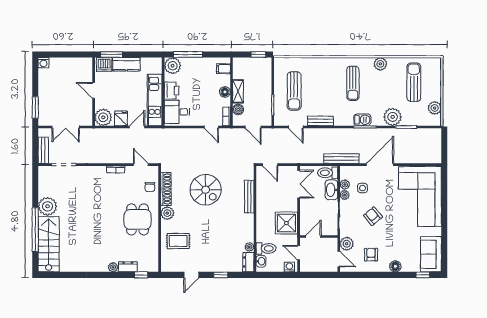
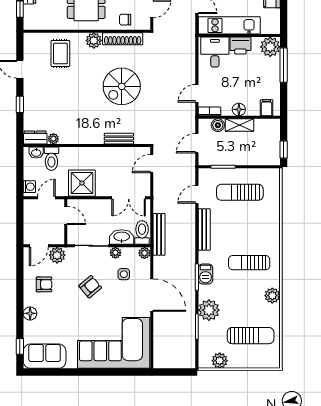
bench: (320, 121) -> (204, 229), width x1.36
bench: (341, 159) -> (159, 234), moved
plant: (345, 185) -> (145, 253), moved
bench: (249, 197) -> (119, 139), width x0.73

